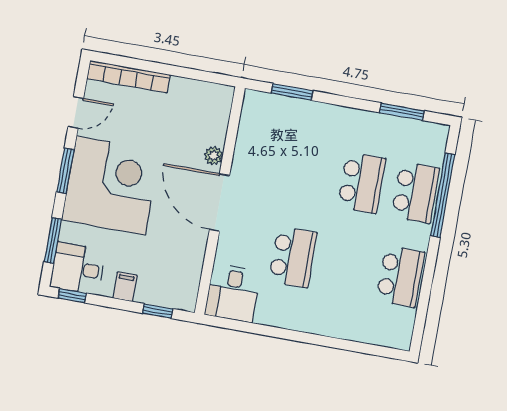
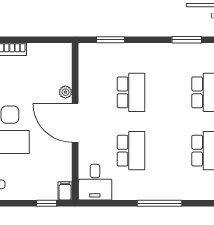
school desk: (362, 183) -> (131, 92), moved
filing cabinet: (125, 287) -> (65, 191), moved
window: (320, 340) -> (160, 203), added

